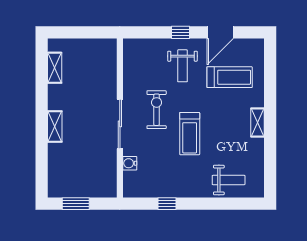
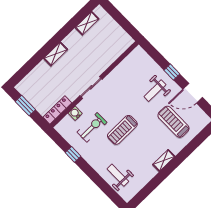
treadmill: (230, 77) -> (173, 122), turned 180
exercise bike: (157, 110) -> (92, 127), moved
sliding door: (120, 124) -> (91, 87), width x0.73
locker: (110, 177) -> (57, 110), added
weight bench: (229, 180) -> (118, 175), turned 180

